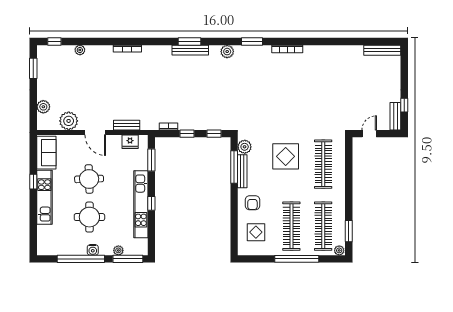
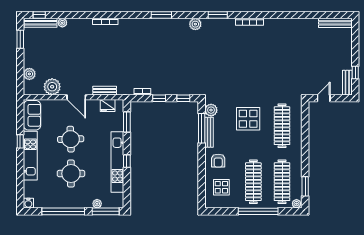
bench: (190, 50) -> (41, 23), moved
water cooler: (93, 250) -> (28, 203), moved

